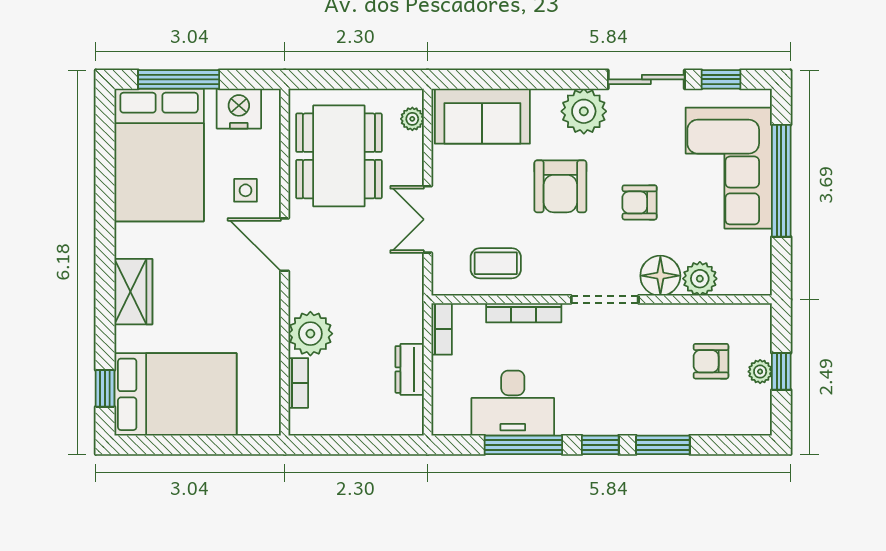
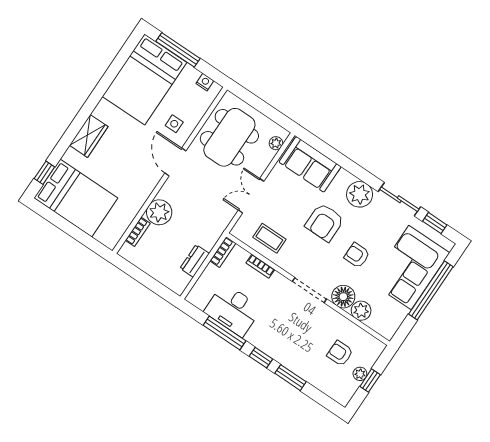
nightstand: (239, 109) -> (205, 82), width x0.53, depth x0.56
bookcase: (524, 313) -> (260, 266), width x0.64

